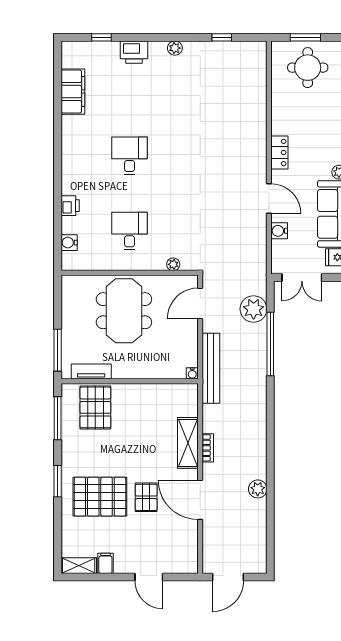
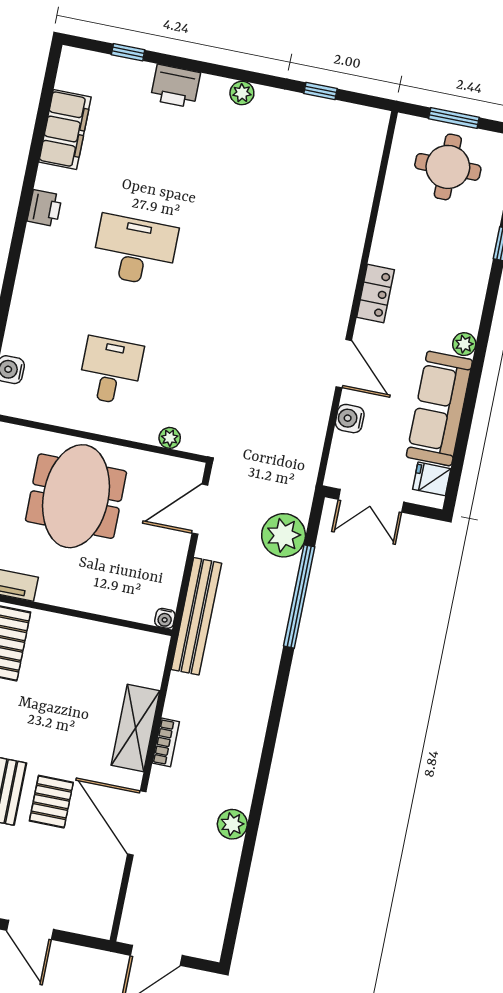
desk: (130, 156) -> (135, 250), width x1.37
printer: (70, 206) -> (45, 208), moved

